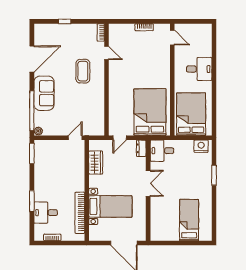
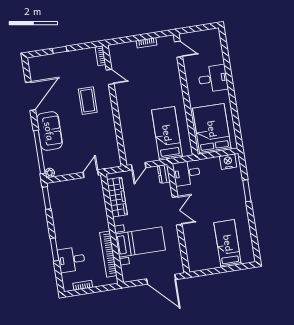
bed: (150, 112) -> (167, 133), width x0.67
wardrobe: (96, 163) -> (117, 197), width x1.50

